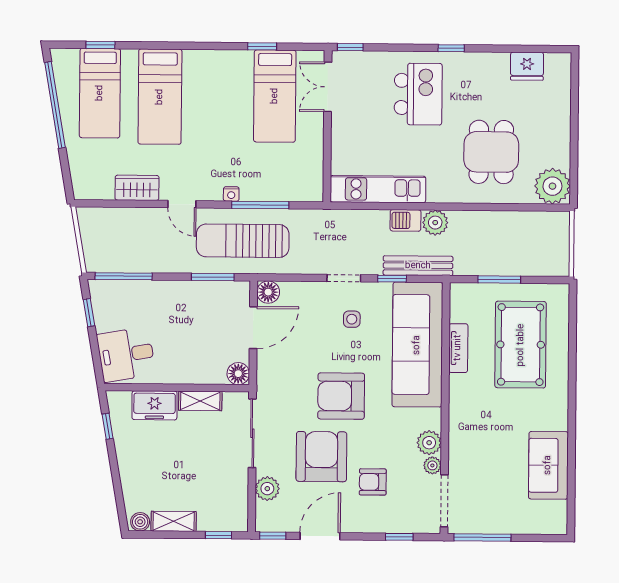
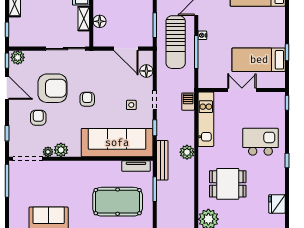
double door: (328, 87) -> (242, 90), moved
kitchen island: (418, 94) -> (260, 142), turned 180
barbecue: (405, 220) -> (188, 102), moved
sun lounger: (243, 241) -> (176, 42), turned 180
bench: (418, 266) -> (162, 160), moved
floor lamp: (268, 292) -> (146, 71), moved
tv unit: (458, 348) -> (136, 166), moved
floor lamp: (238, 374) -> (100, 21), moved
armchair: (341, 396) -> (87, 99), width x0.53, depth x0.53
plant: (267, 489) -> (18, 57), moved

